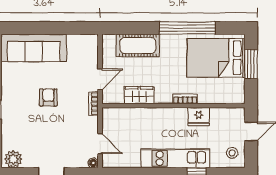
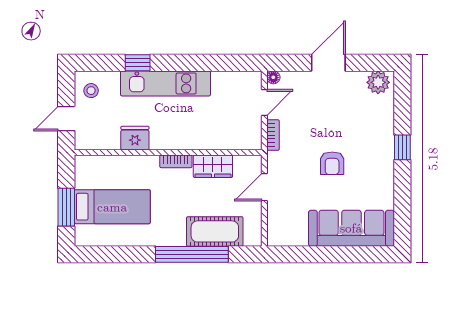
window: (187, 28) -> (192, 254), moved
bed: (216, 58) -> (112, 207), width x0.67
bookcase: (185, 99) -> (176, 161), moved
bookcase: (94, 104) -> (273, 135), moved
door: (100, 144) -> (264, 103), swing flipped

